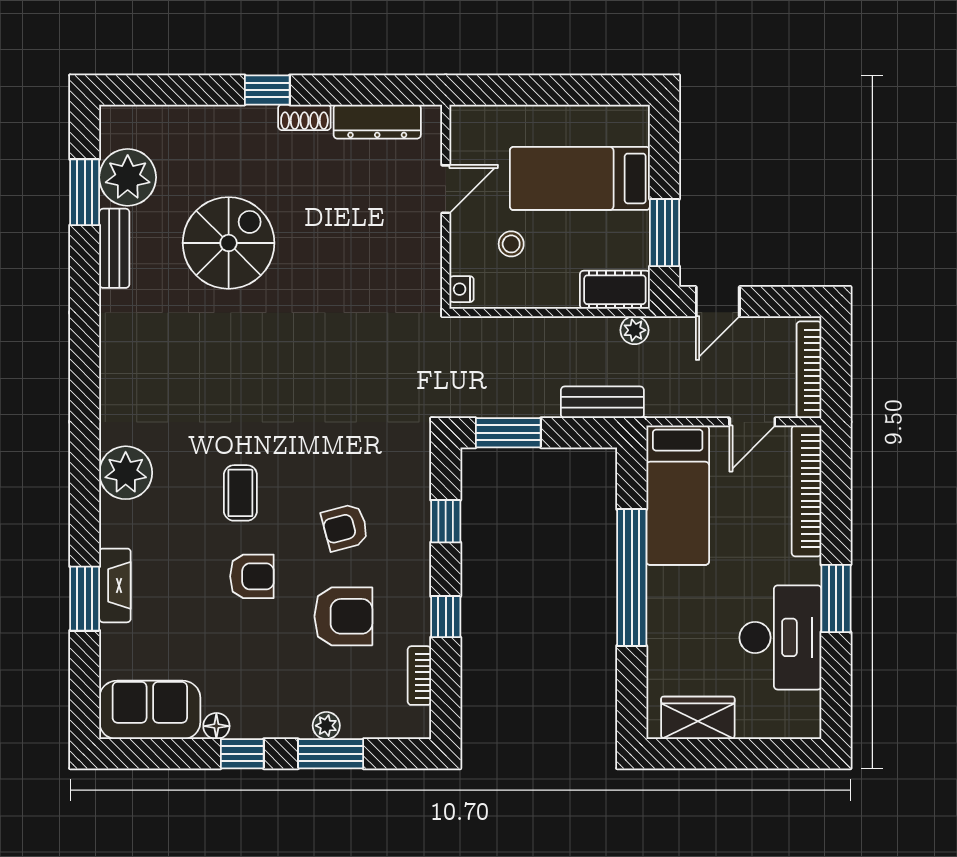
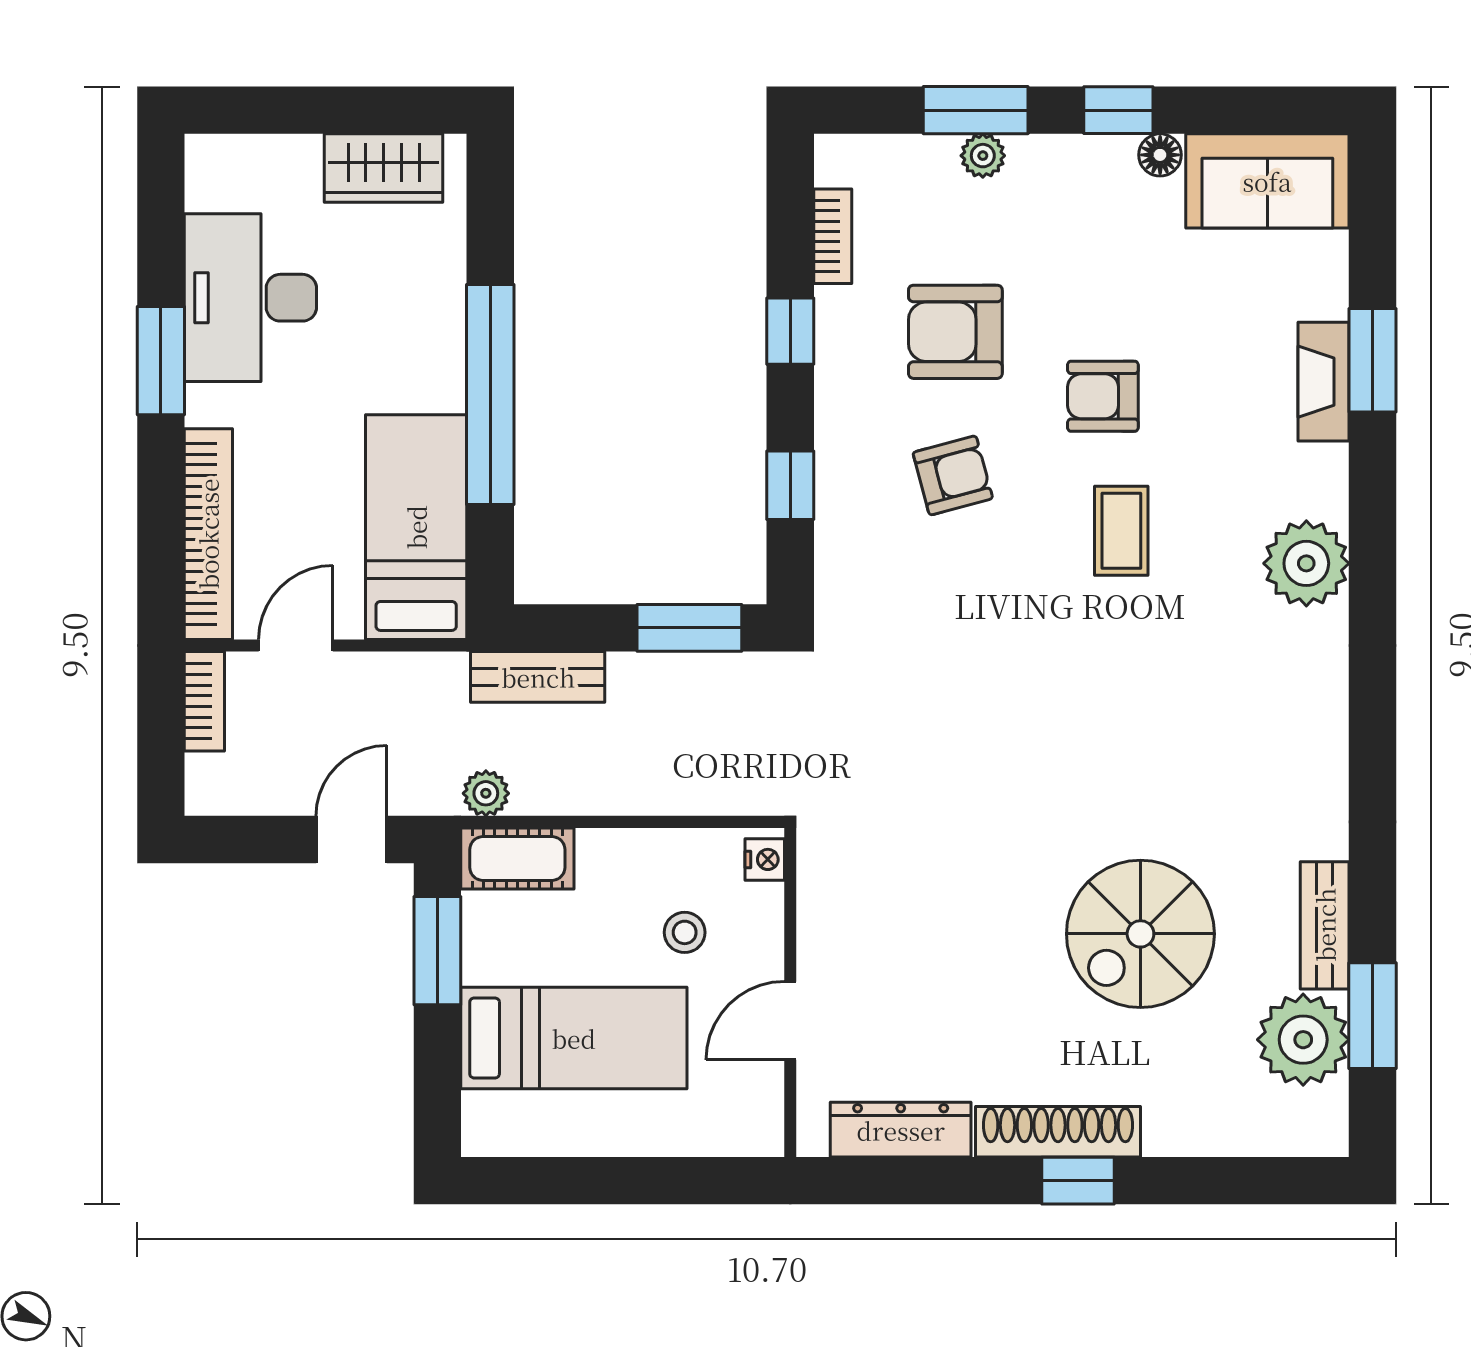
shoe rack: (304, 117) -> (1058, 1132), width x1.94, depth x1.24
bookcase: (809, 370) -> (204, 701), width x0.64

